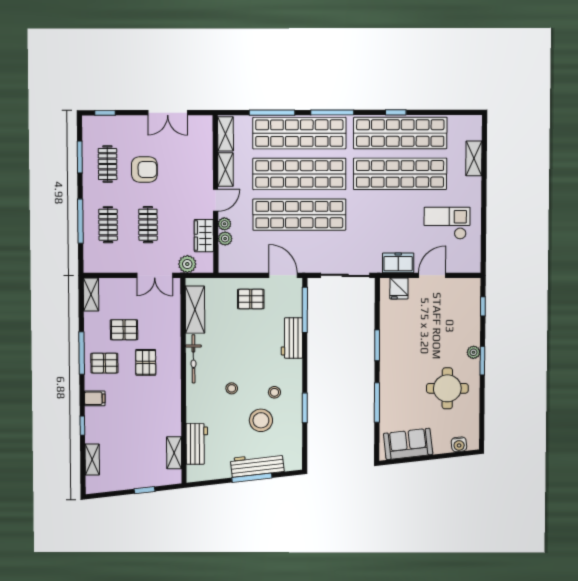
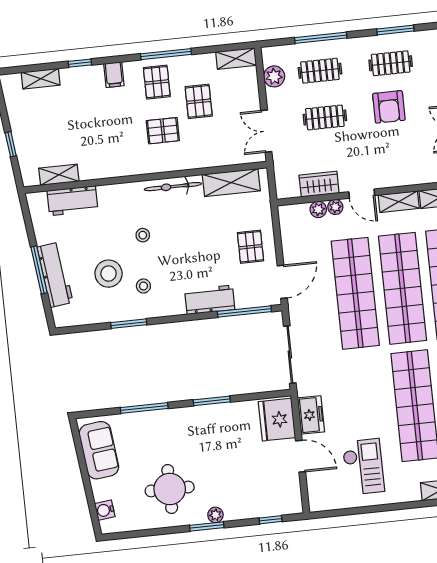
plant: (187, 264) -> (274, 76), moved
fridge: (399, 289) -> (277, 420), width x1.88, depth x1.34

